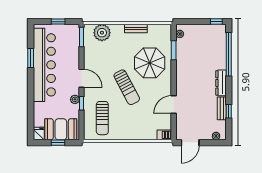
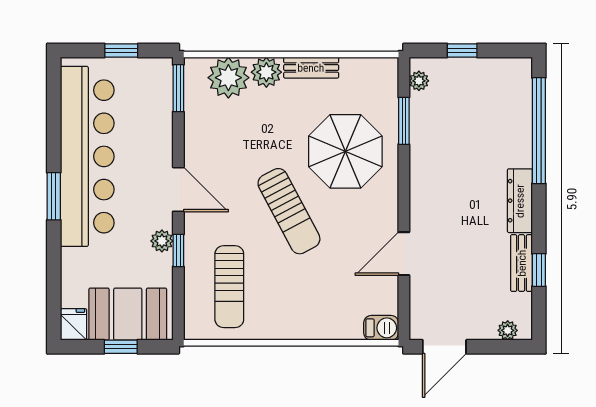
window: (216, 22) -> (462, 50), moved
plant: (117, 30) -> (266, 72), added
window: (31, 58) -> (54, 196), moved

